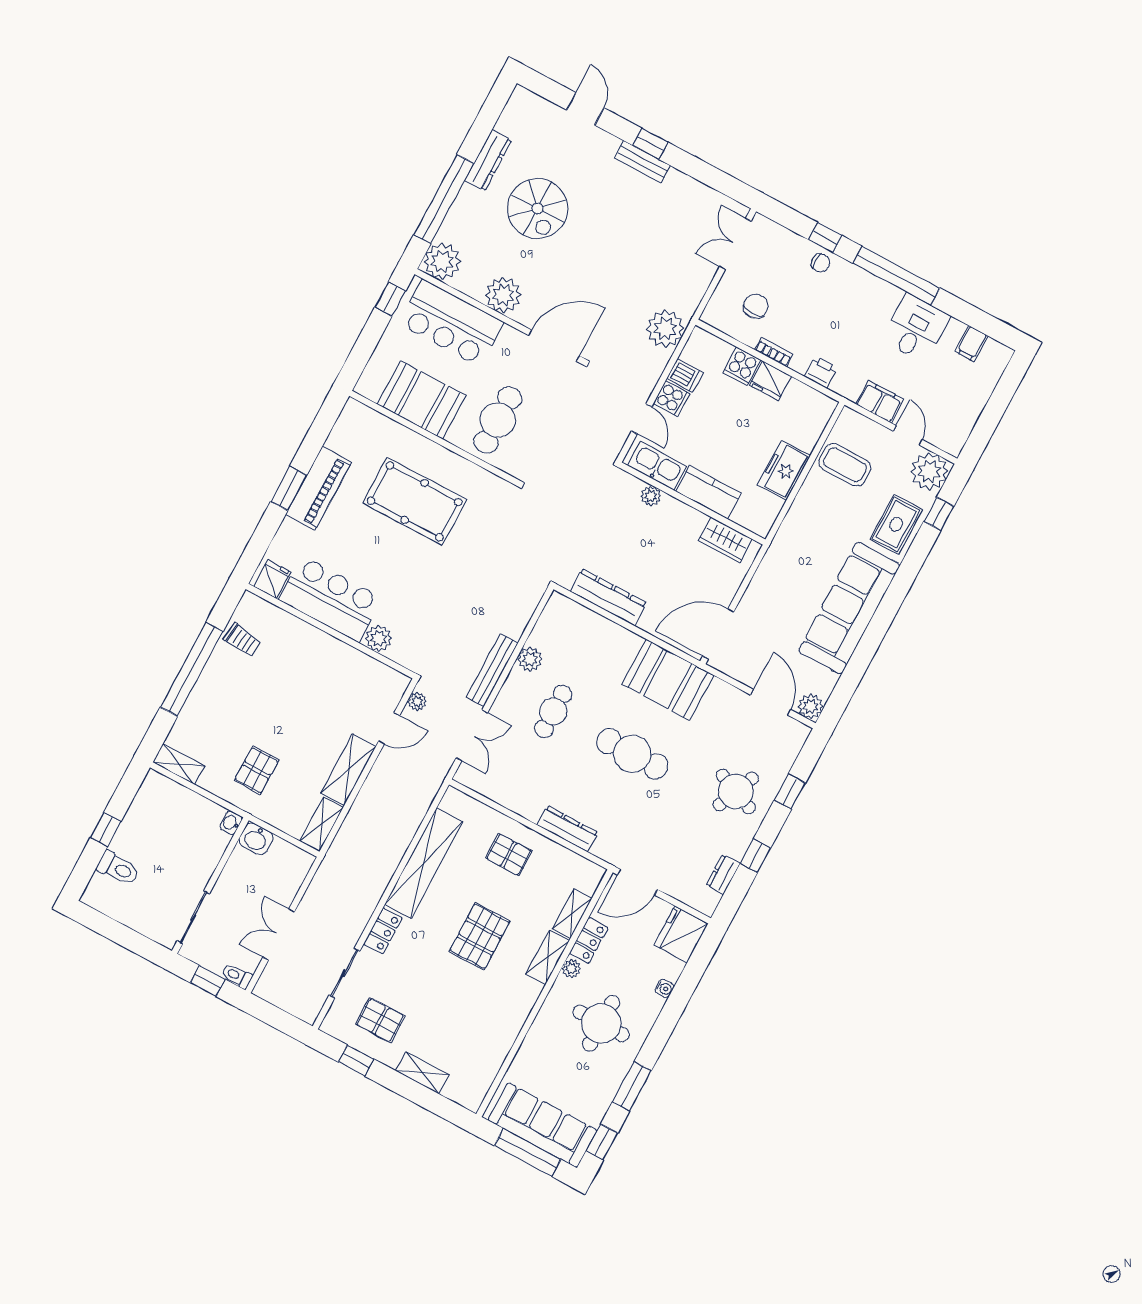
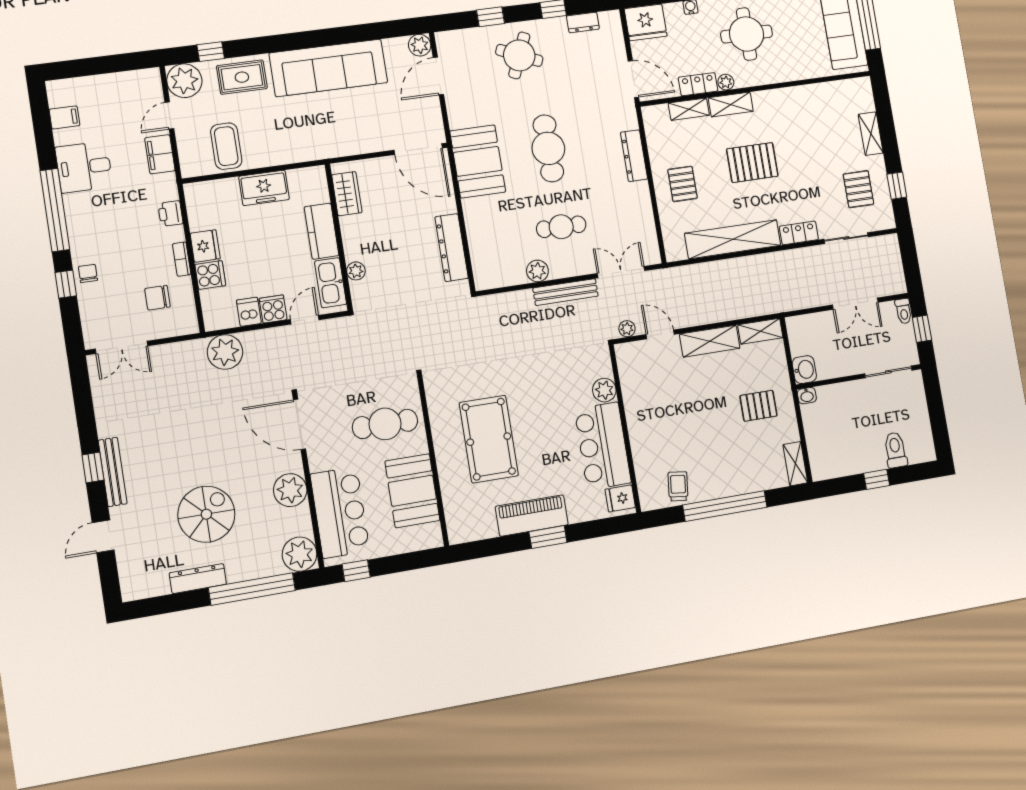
bench: (642, 162) -> (113, 472), width x1.36

